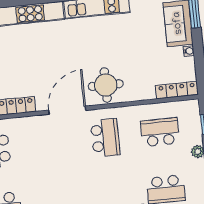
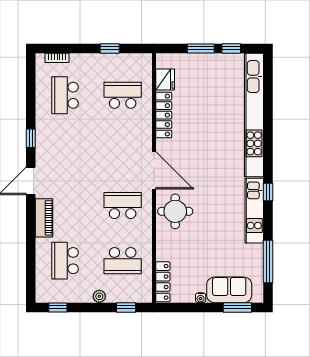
school desk: (160, 132) -> (123, 261), turned 90
school desk: (105, 138) -> (123, 206), turned 180

